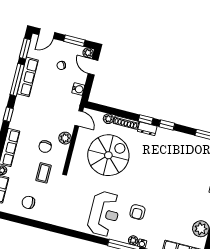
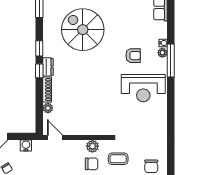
door: (79, 118) -> (55, 138), hinge flipped
plant: (65, 138) -> (92, 146), moved
spiral stairs: (108, 155) -> (83, 30), moved
reception desk: (104, 214) -> (143, 88), turned 180

